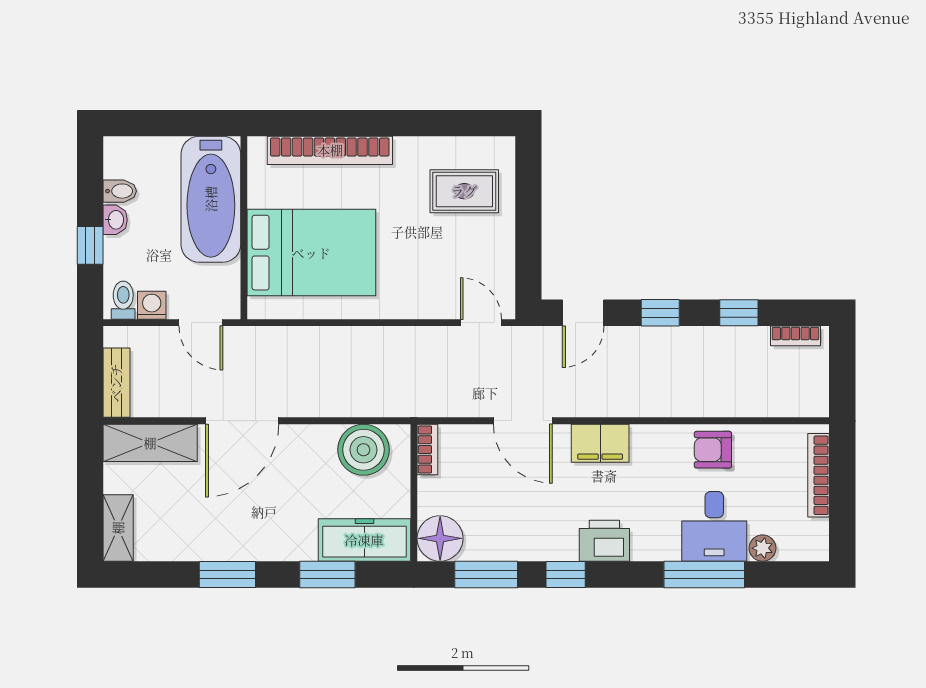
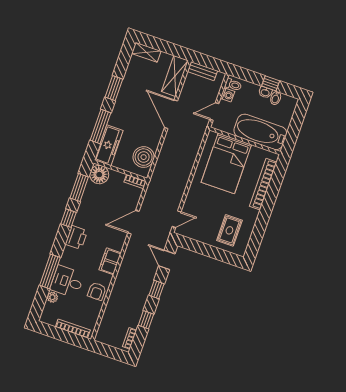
window: (90, 245) -> (271, 83), moved
filing cabinet: (600, 443) -> (110, 261), moved
armchair: (713, 450) -> (97, 291), turned 180
window: (327, 574) -> (100, 126), width x1.44

